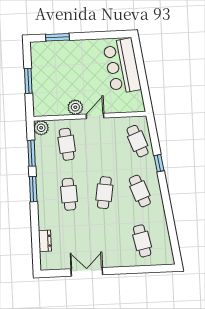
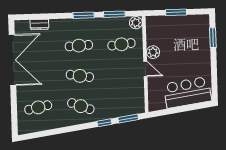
window: (154, 135) -> (128, 119), added
cafe table: (138, 141) -> (123, 105), removed
cafe table: (140, 191) -> (81, 106), turned 42
double door: (87, 272) -> (12, 60), width x1.87

